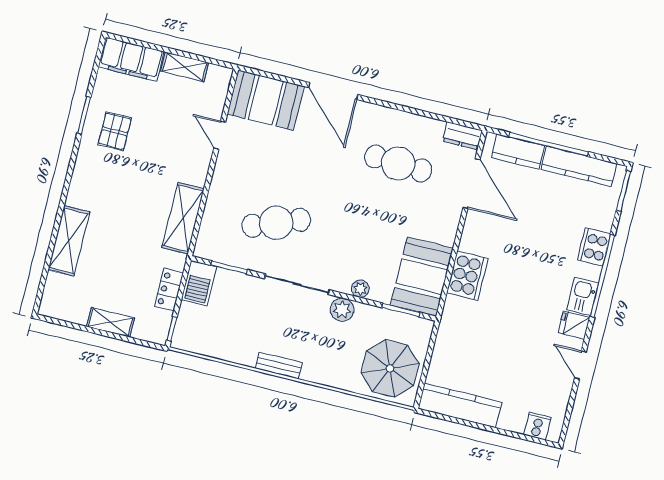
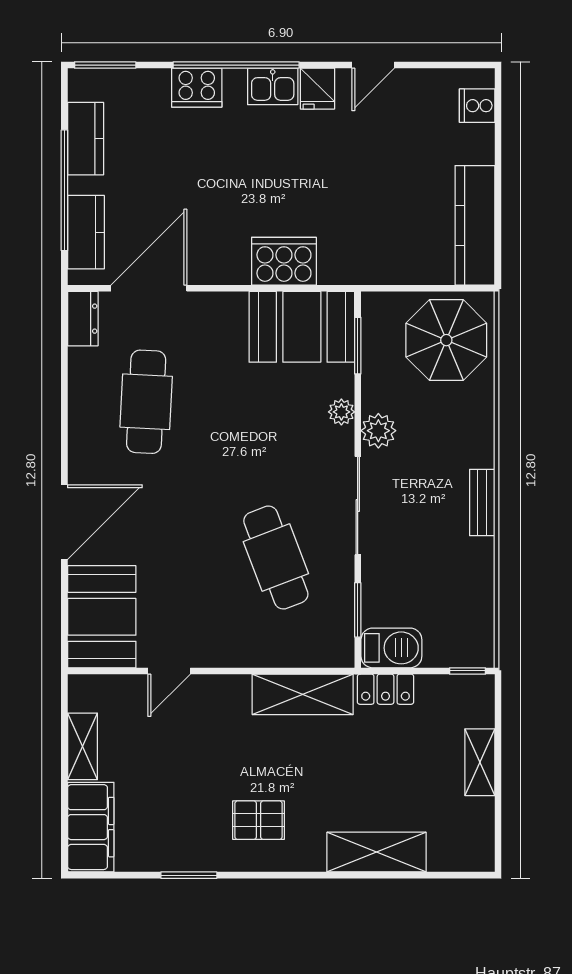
pallet: (115, 131) -> (259, 820), moved
kitchen counter: (579, 166) -> (86, 139), width x0.67
locker: (169, 290) -> (386, 689), moved

